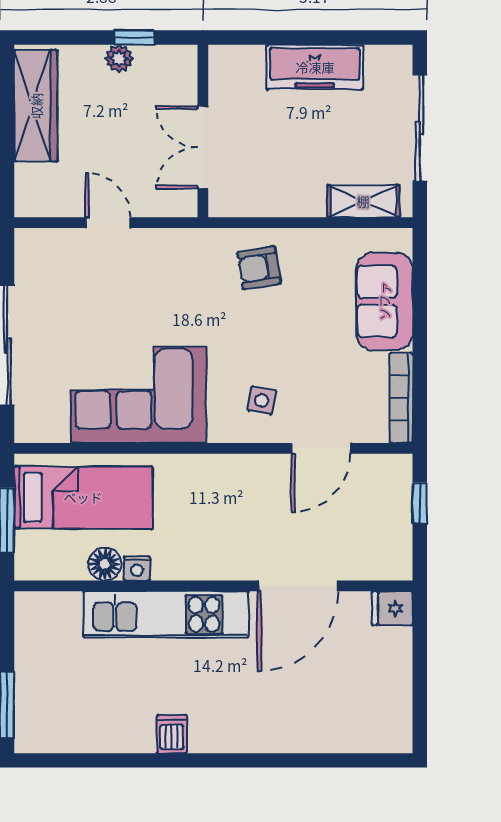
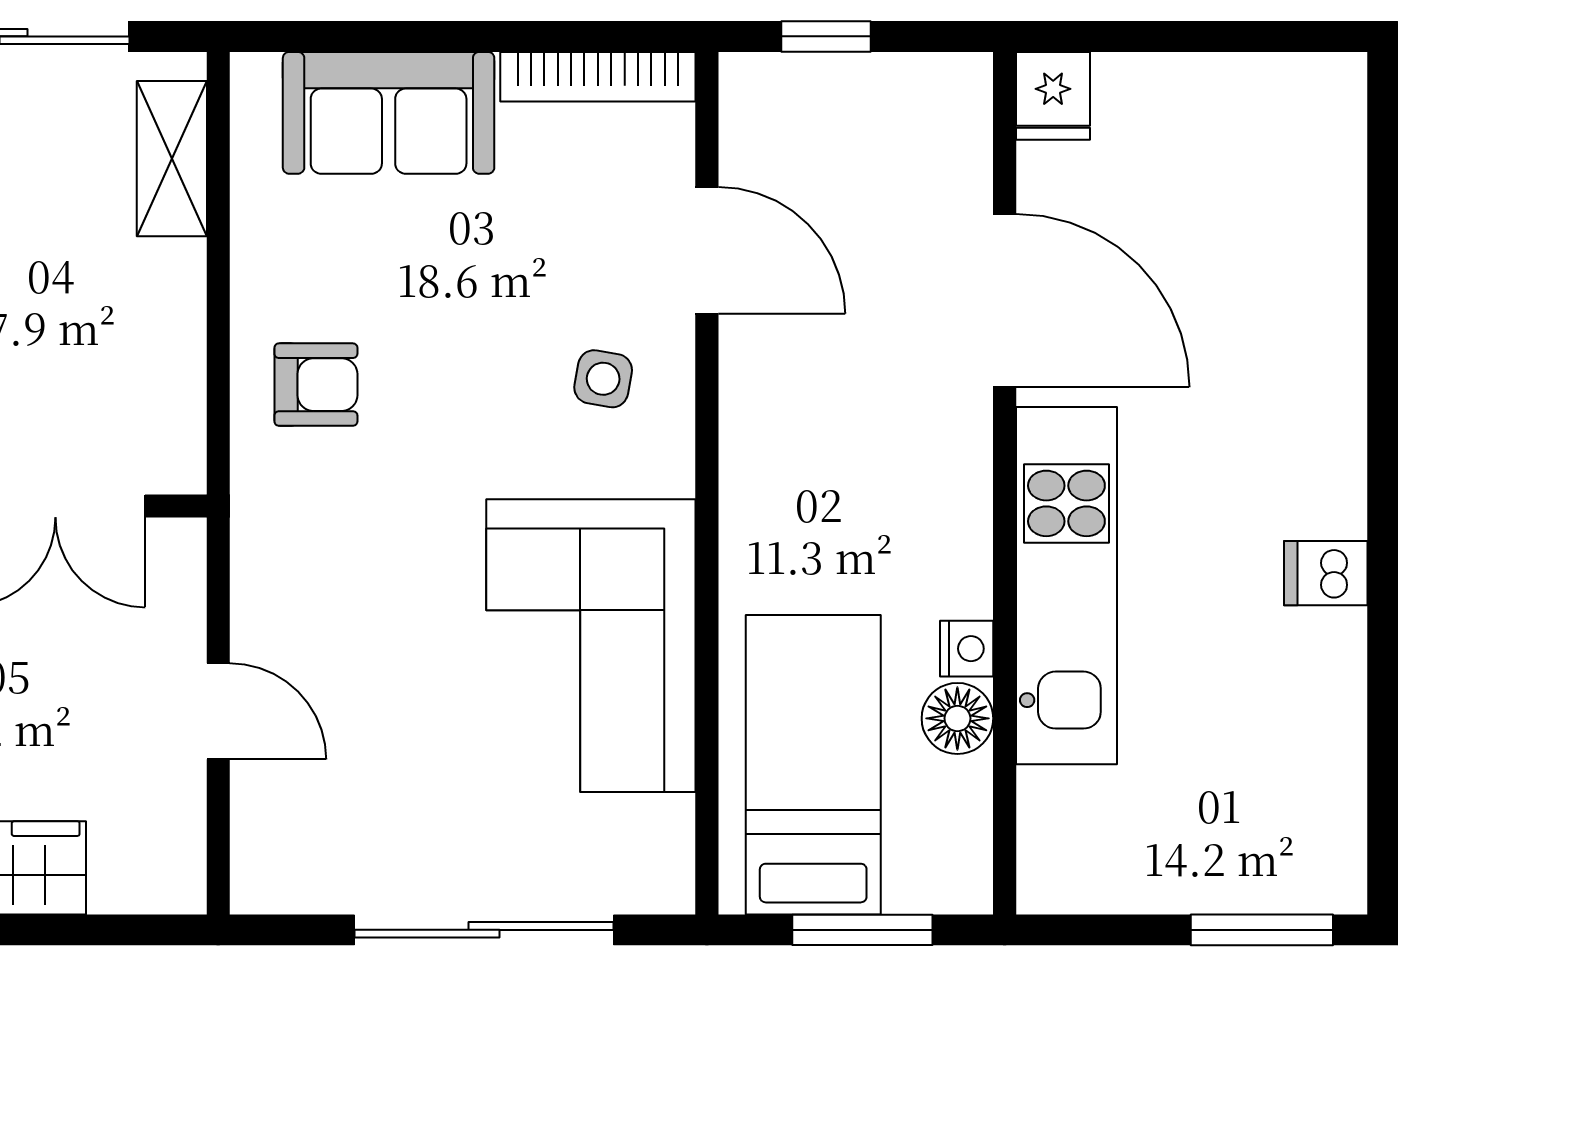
door: (108, 223) -> (218, 711), swing flipped
armchair: (259, 268) -> (316, 385), turned -81

